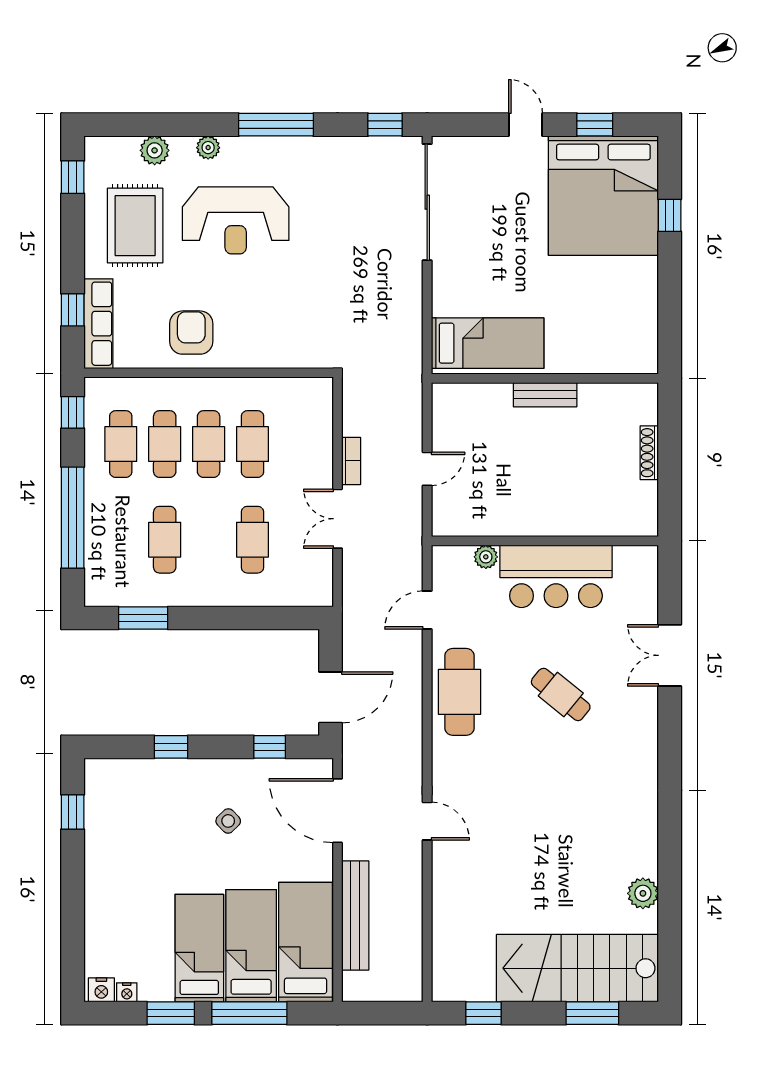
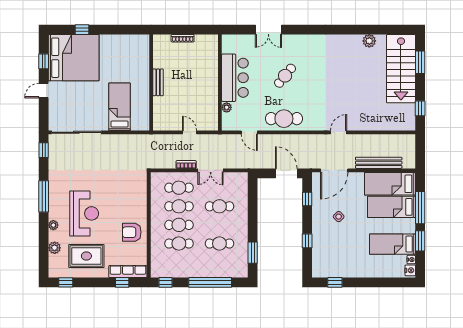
bed: (488, 343) -> (120, 107), moved
cafe table: (121, 444) -> (179, 188), moved
bed: (199, 948) -> (392, 244), moved

